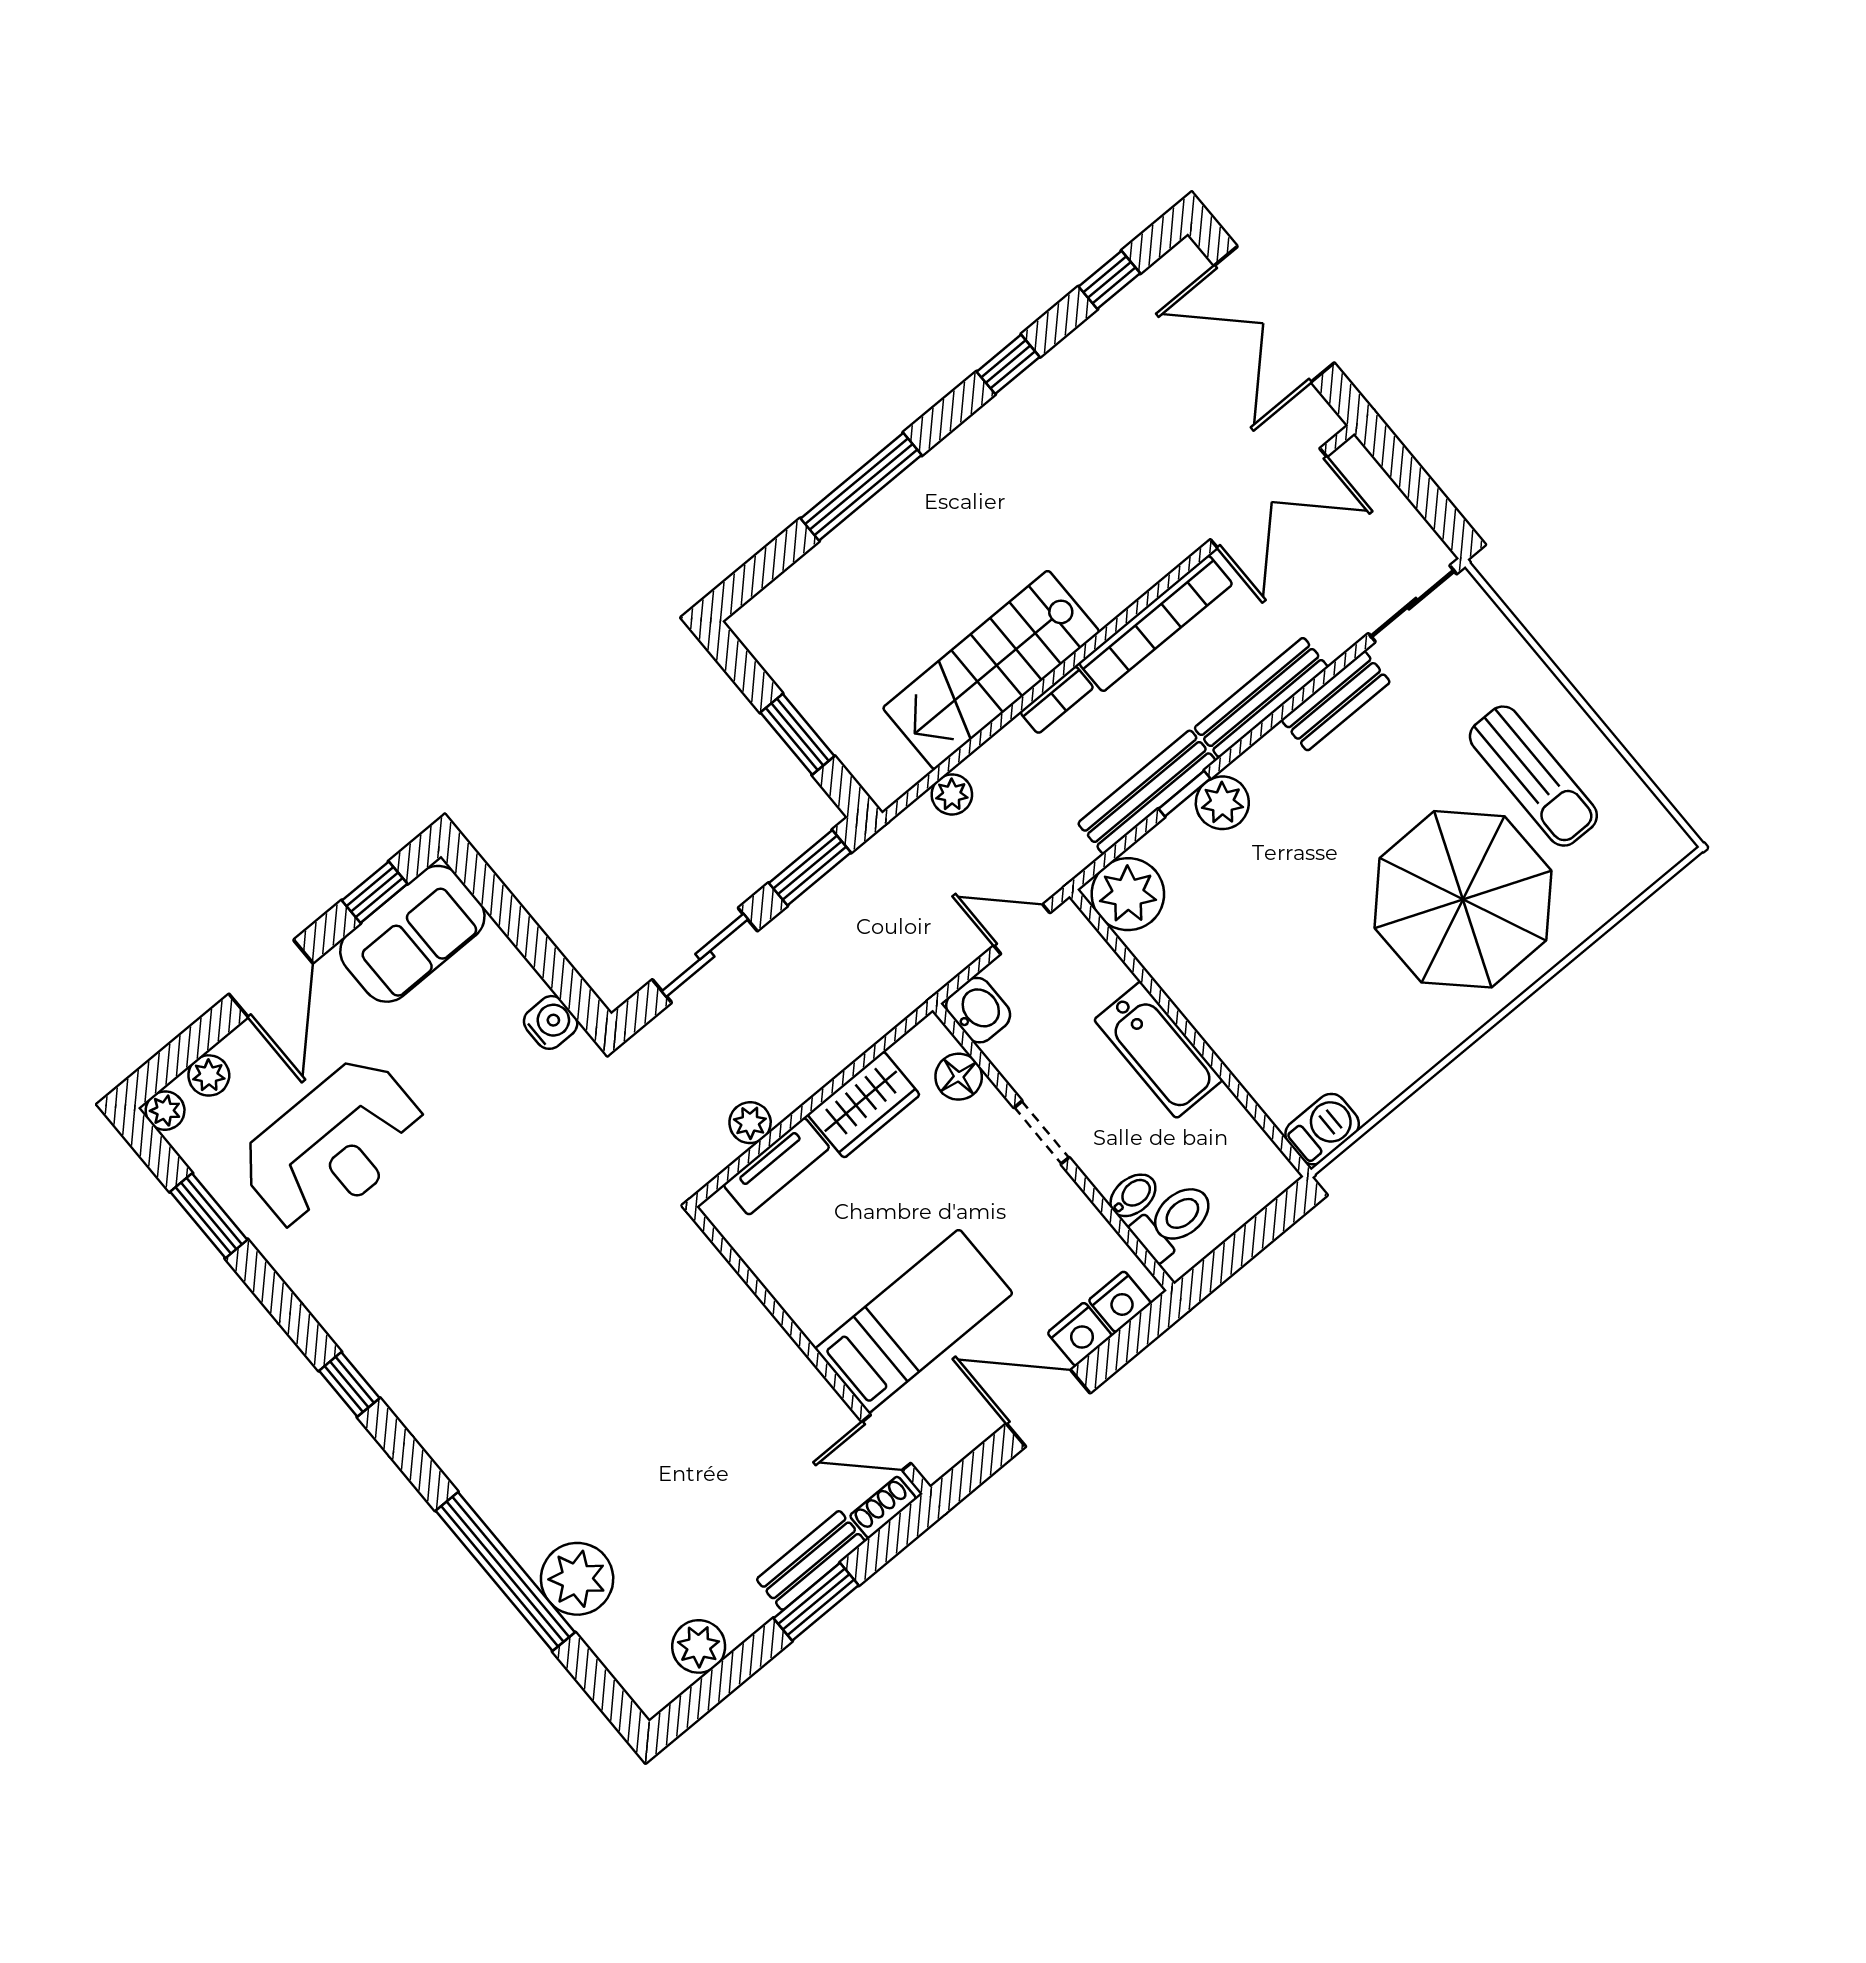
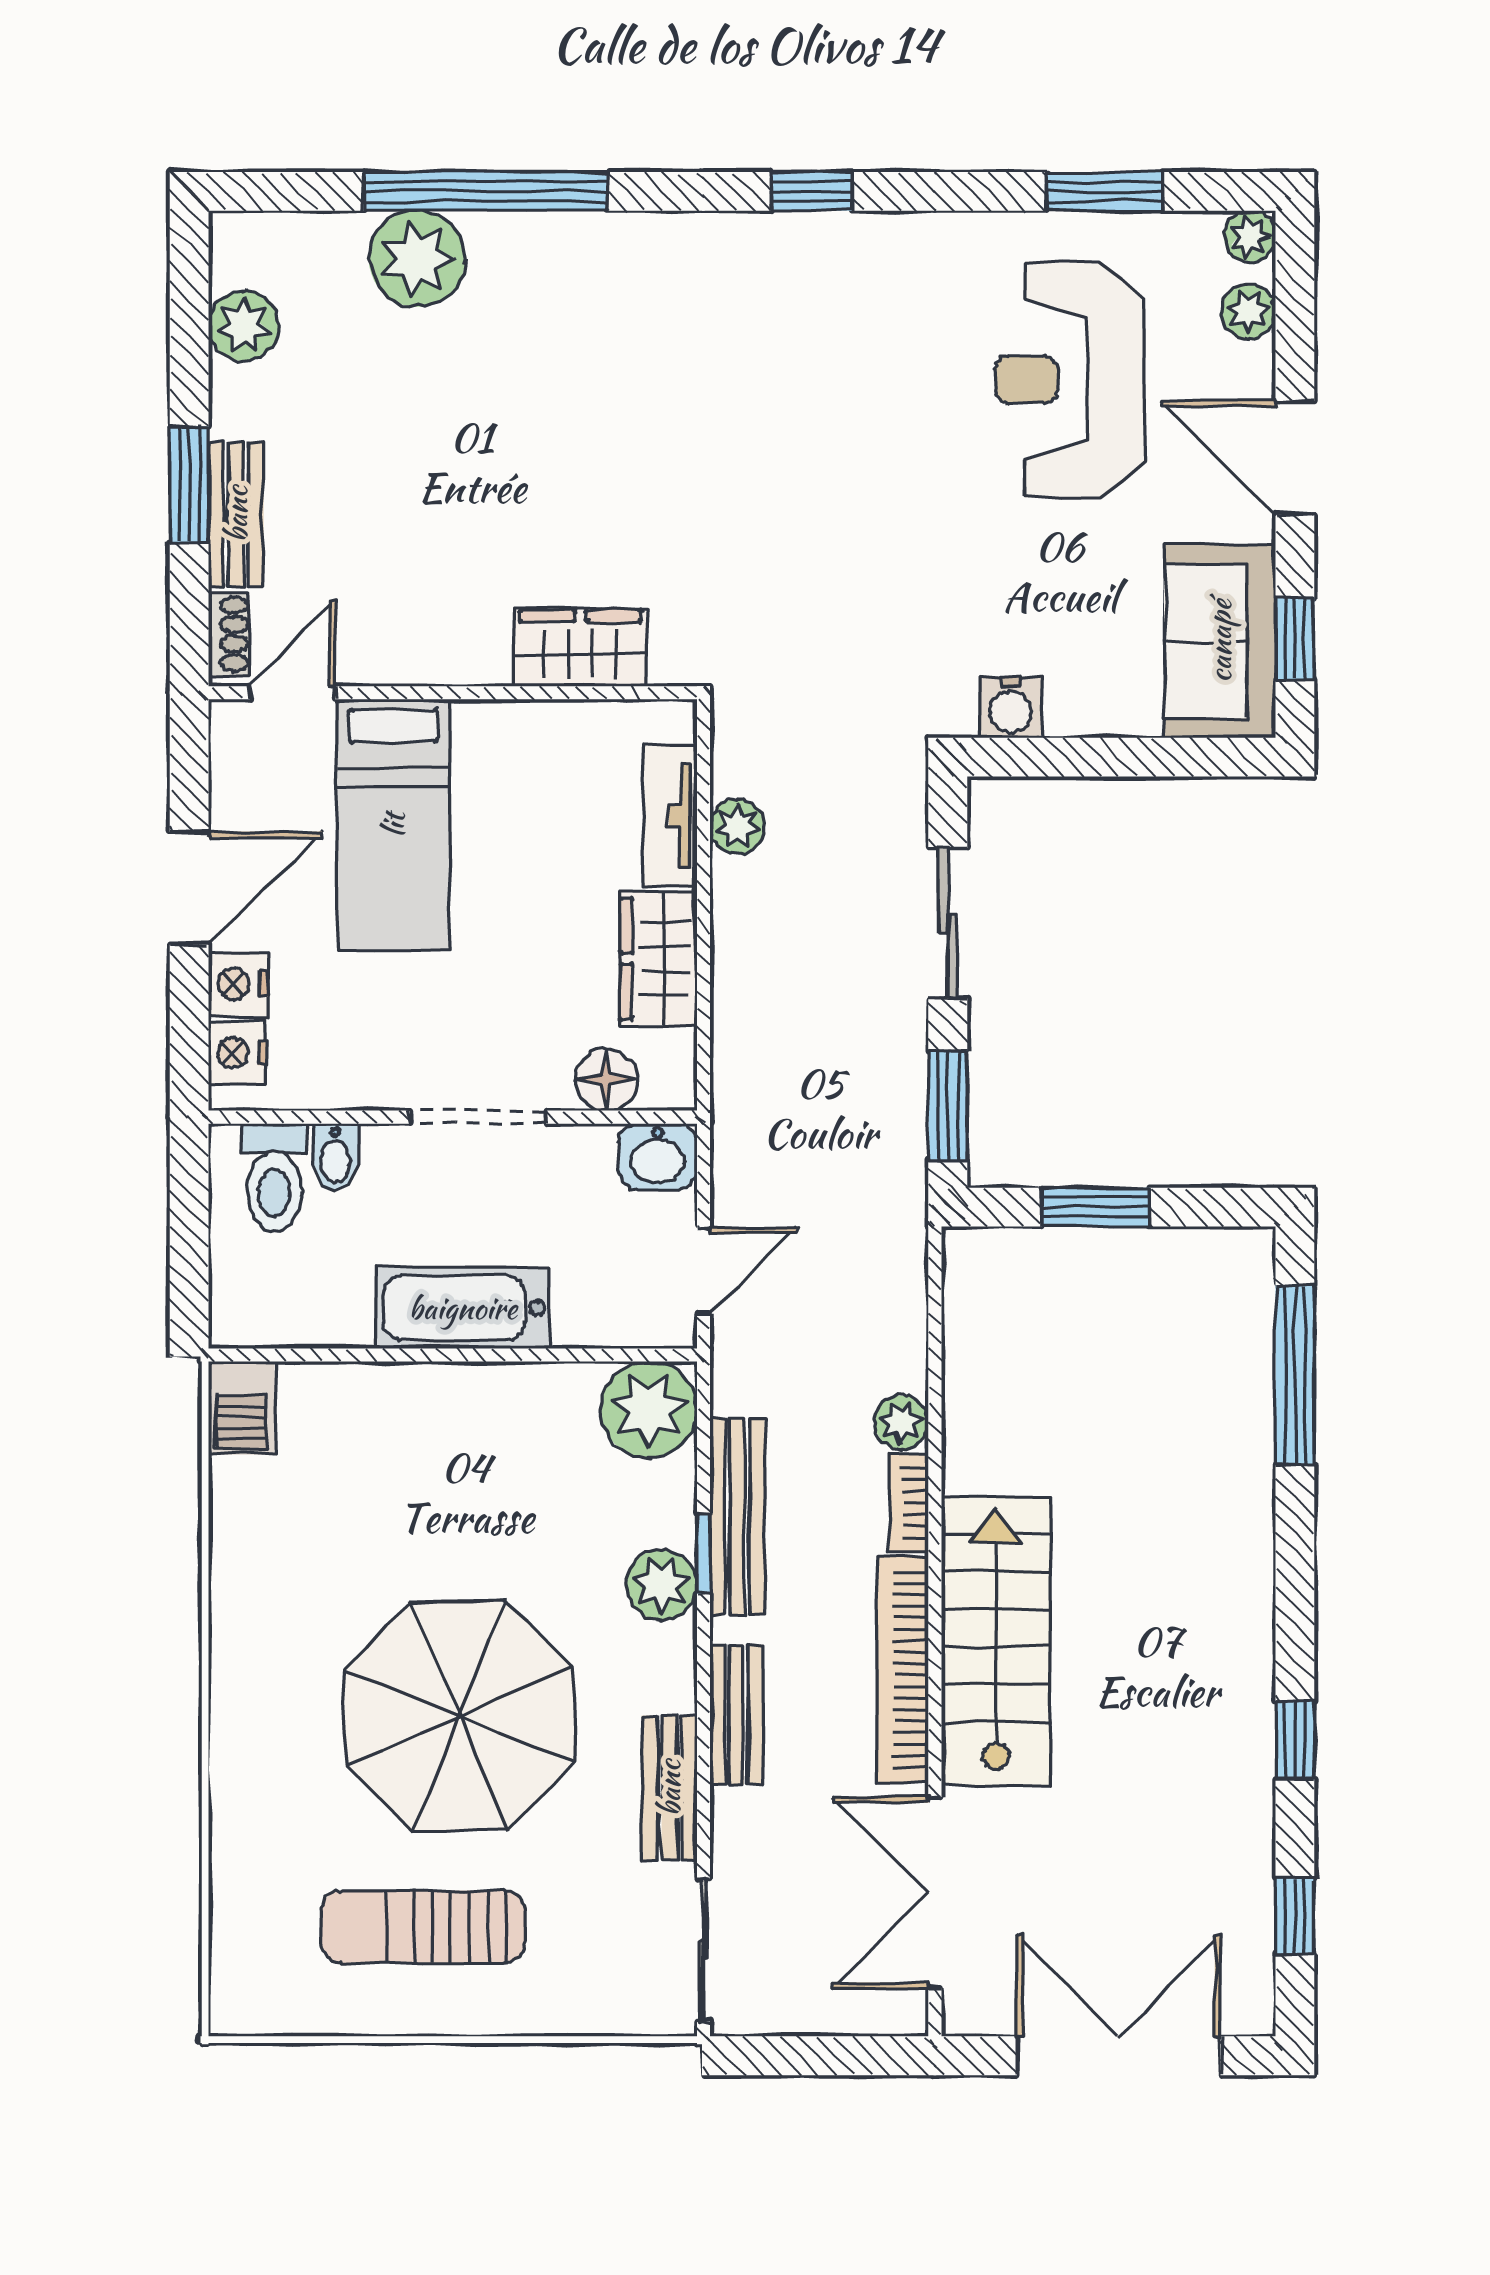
window: (861, 487) -> (1295, 1375), moved
stairs: (991, 670) -> (996, 1641), moved
bench: (1261, 698) -> (736, 1715), width x0.73
plant: (952, 794) -> (902, 1422), moved
parasol: (1463, 899) -> (459, 1716), moved
doorway: (1042, 1133) -> (478, 1117), width x1.38
wardrobe: (723, 1298) -> (580, 648), added

